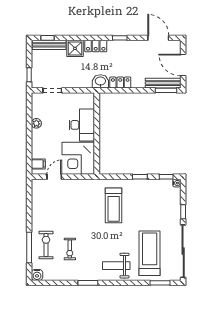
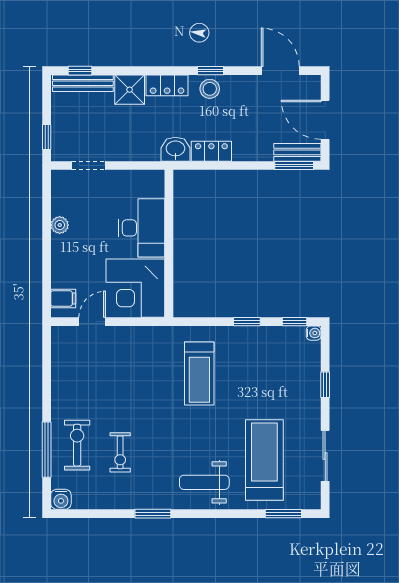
stool: (119, 48) -> (210, 89), added
bench: (163, 83) -> (297, 152), width x0.73
sliding door: (183, 251) -> (325, 456), width x0.54

